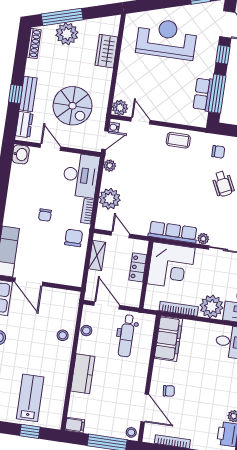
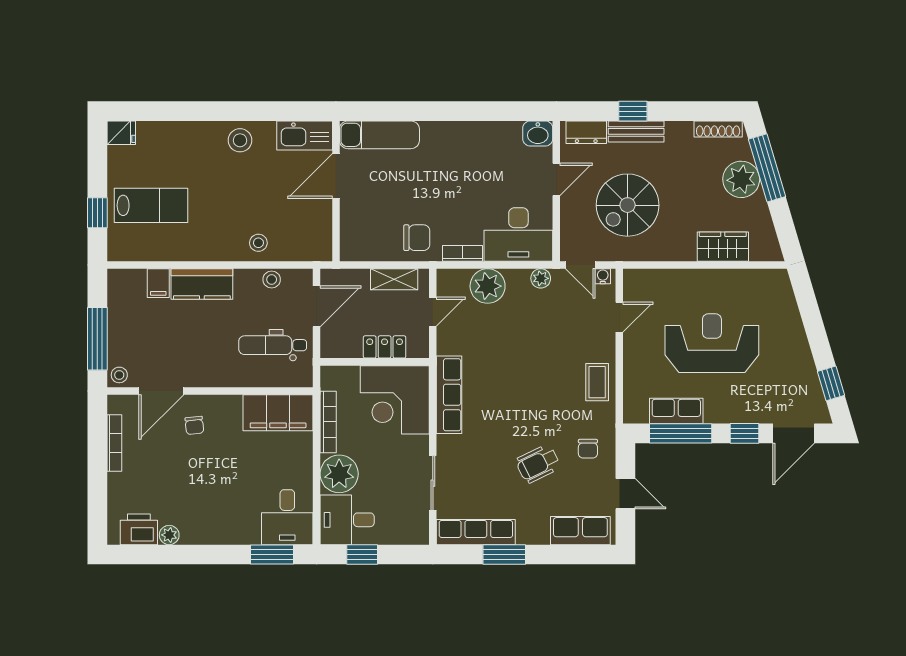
reception desk: (167, 39) -> (712, 343), moved, turned -90
plant: (120, 108) -> (636, 281), removed
chair: (45, 215) -> (447, 187), removed
plant: (203, 239) -> (446, 445), removed
filing cabinet: (75, 425) -> (158, 283), moved

